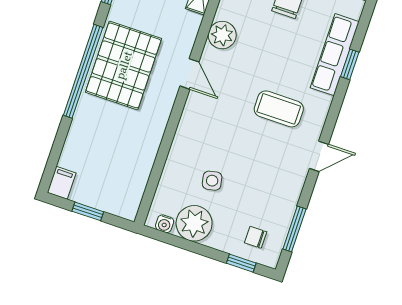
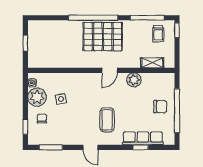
filing cabinet: (62, 183) -> (35, 26), removed
chair: (256, 237) -> (42, 119), moved

